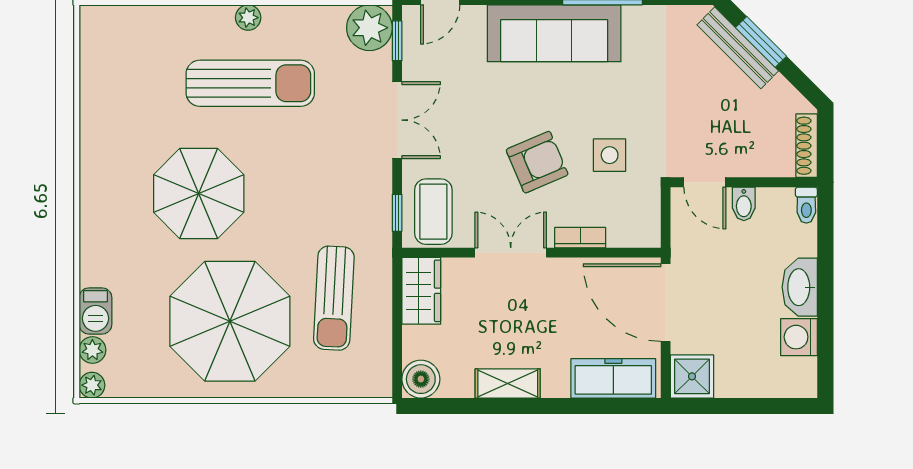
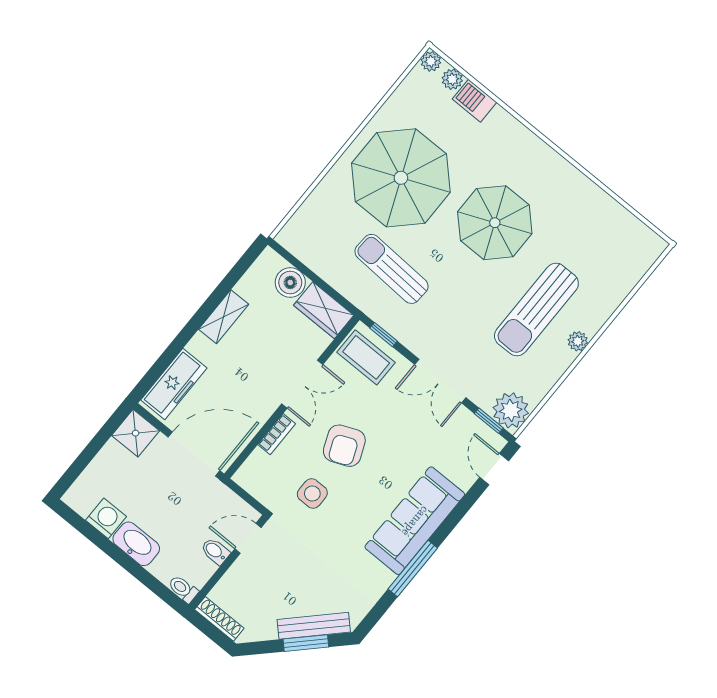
sun lounger: (334, 298) -> (392, 269), moved
boiler: (421, 379) -> (290, 282), moved

